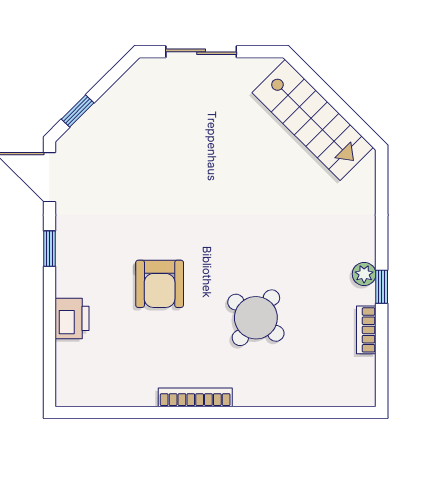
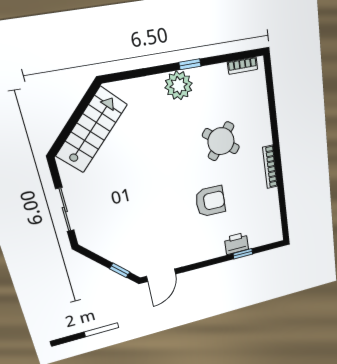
window: (49, 249) -> (243, 254), moved
plant: (364, 274) -> (179, 85), width x1.88, depth x1.88
bookcase: (366, 330) -> (243, 66), moved

